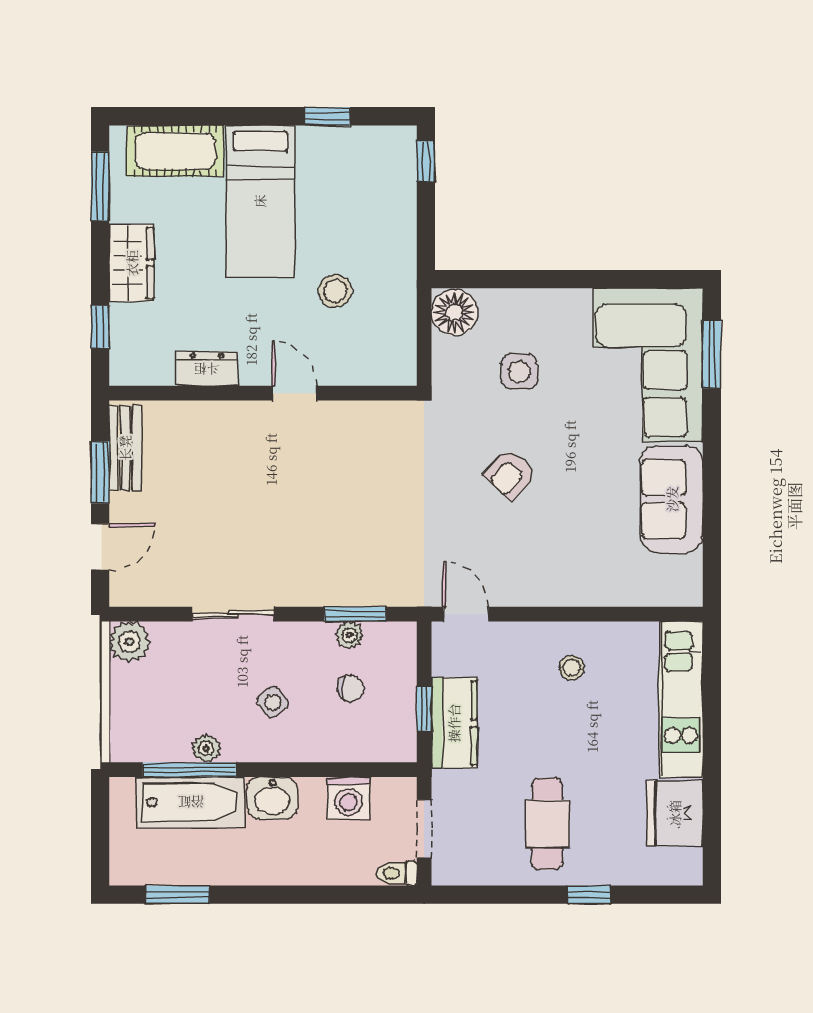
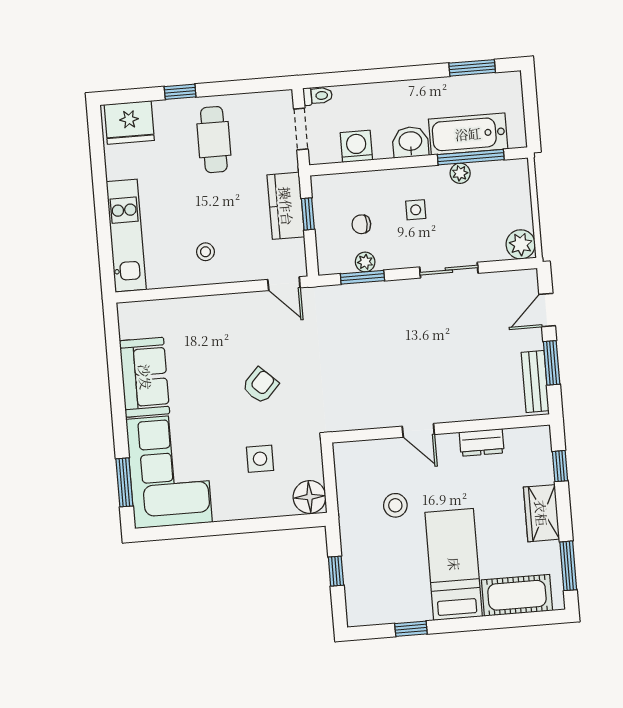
window: (426, 161) -> (336, 571), moved
side table: (273, 702) -> (416, 210), turned 38
fridge: (675, 813) -> (129, 122), moved, turned 90

